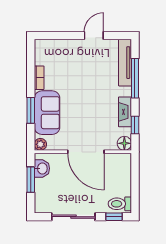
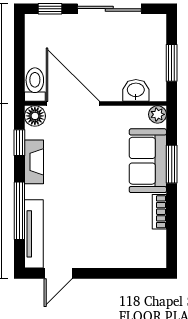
door: (94, 36) -> (58, 273), moved
door: (86, 152) -> (73, 104), moved
washbasin: (42, 168) -> (136, 90), moved, turned 90
toilet: (120, 204) -> (35, 85), moved, turned -90

